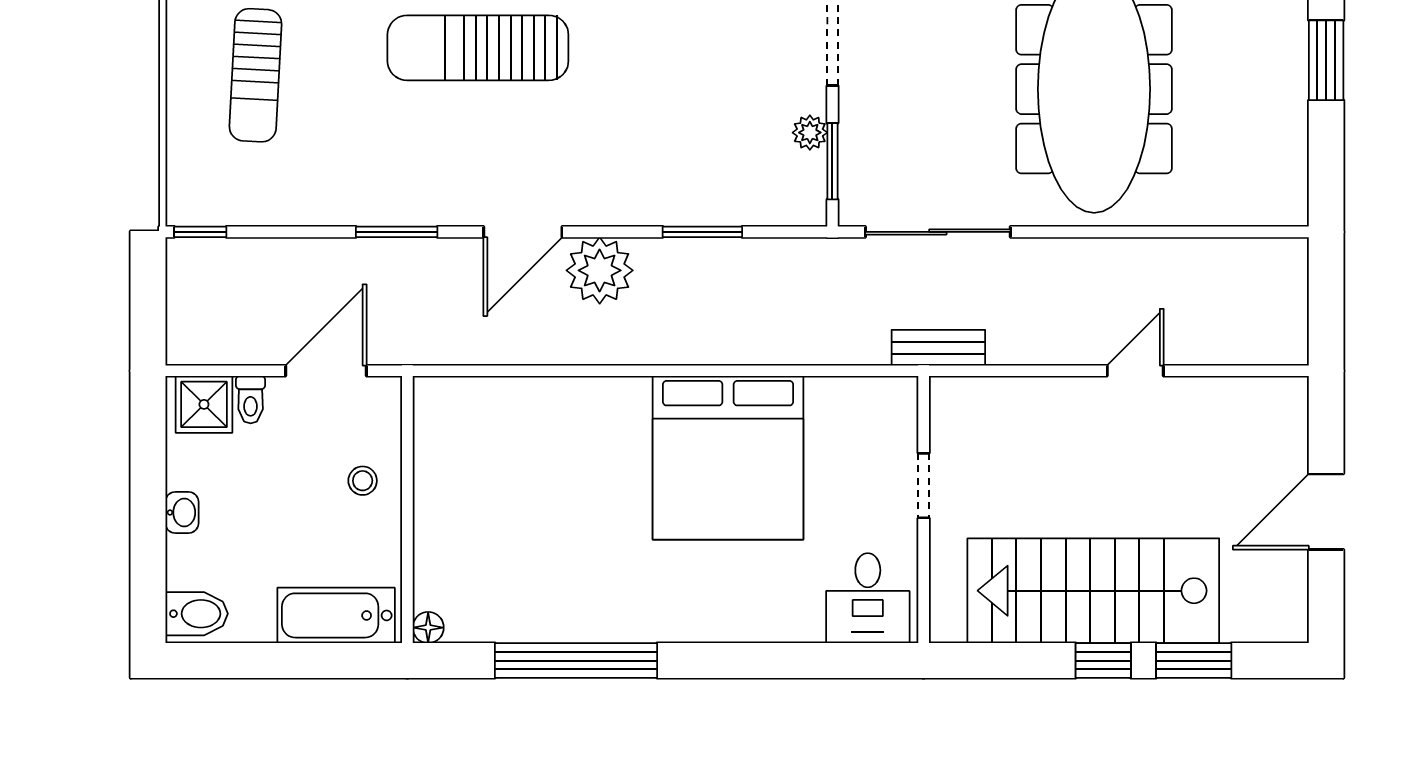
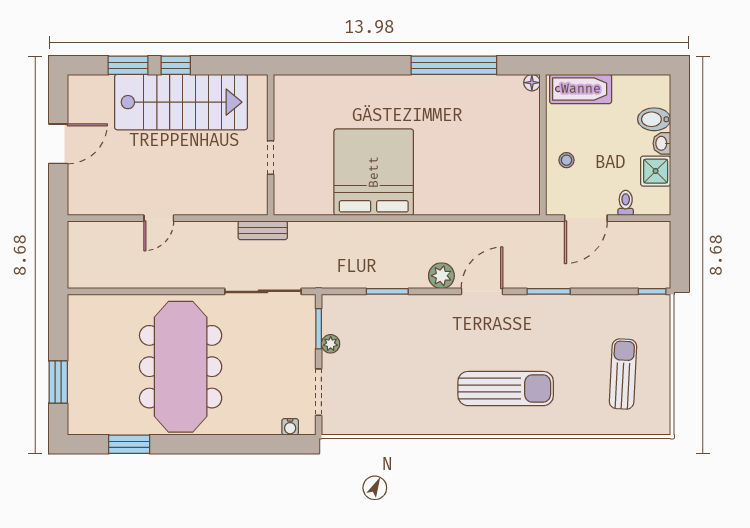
plant: (600, 270) -> (441, 276), width x0.73, depth x0.73
shower: (204, 404) -> (656, 171), moved
desk: (868, 598) -> (300, 98), removed
bidet: (197, 614) -> (654, 119), moved

